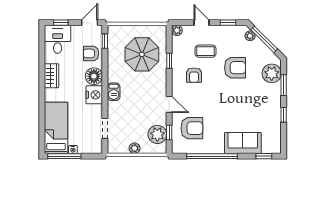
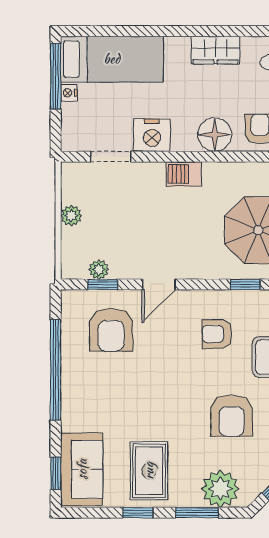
nightstand: (94, 95) -> (152, 135), moved
rug: (263, 109) -> (149, 471), added
plant: (157, 134) -> (99, 270), width x0.53, depth x0.53
sofa: (243, 143) -> (82, 469), moved

